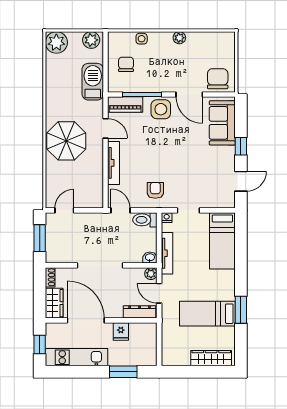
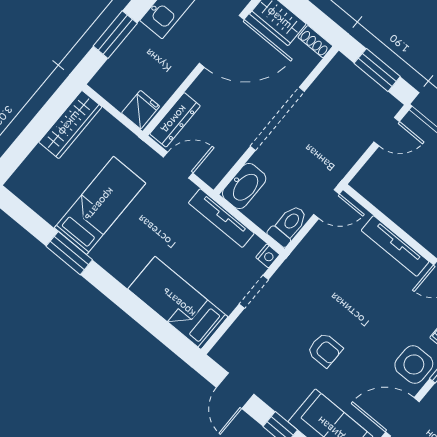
armchair: (155, 190) -> (325, 350), moved
door: (64, 210) -> (387, 132), hinge flipped
washbasin: (150, 258) -> (244, 186), width x1.91, depth x1.45
plant: (151, 274) -> (212, 175), removed
fridge: (121, 331) -> (141, 110), moved, turned 90
wardrobe: (211, 358) -> (70, 124), moved

